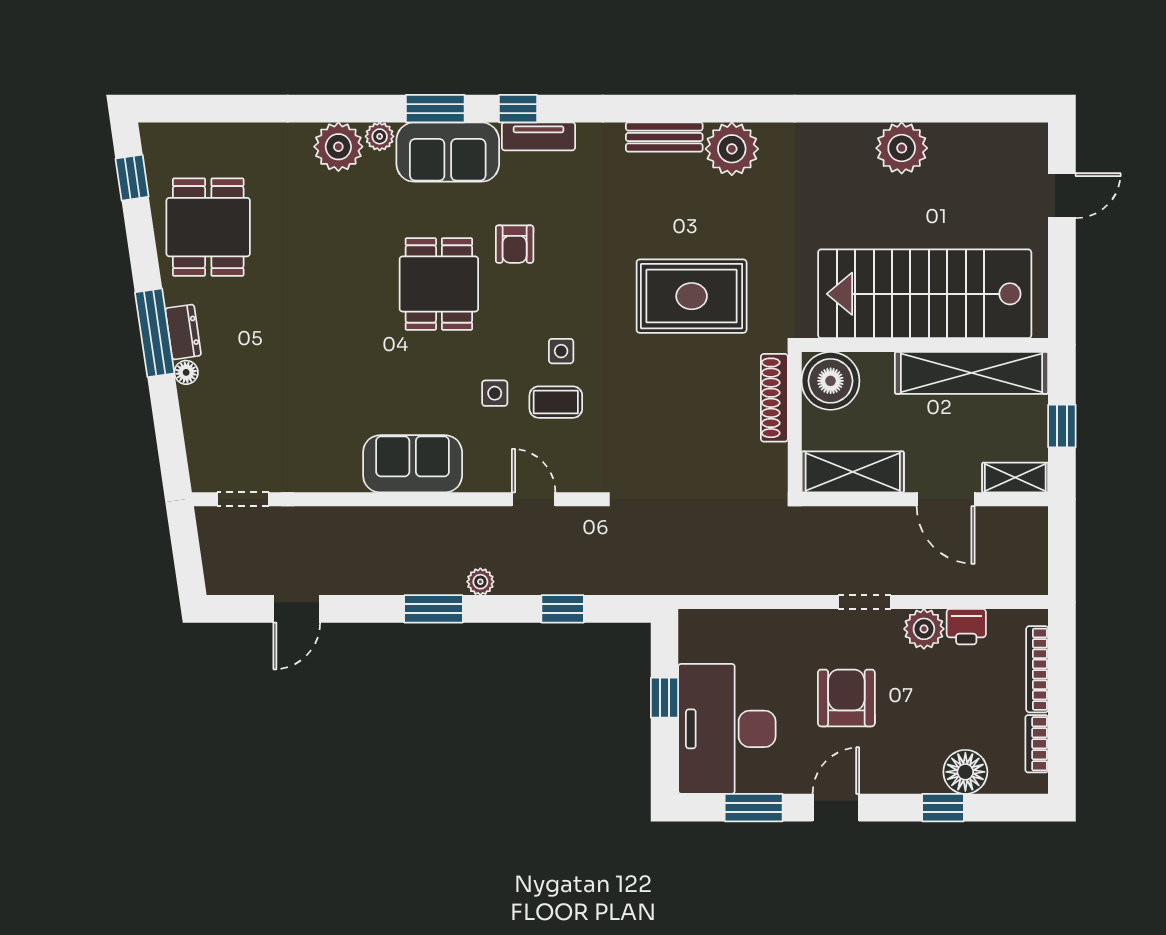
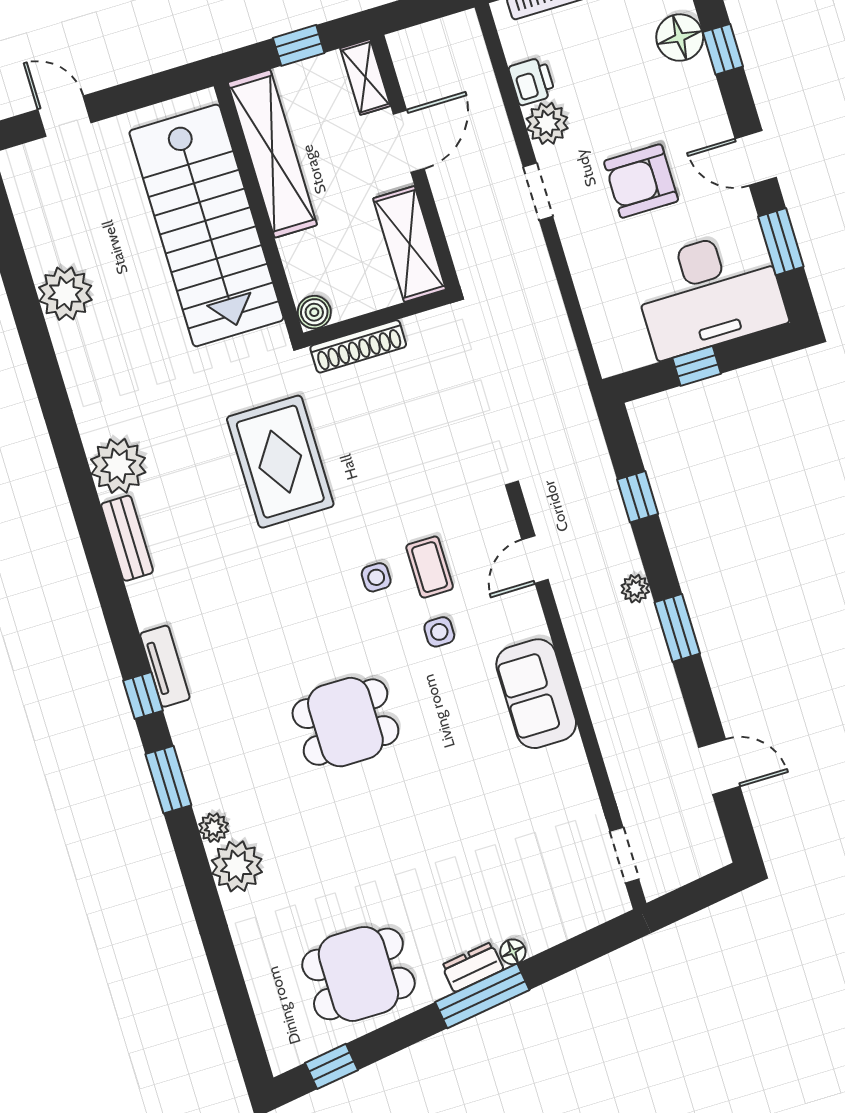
sofa: (448, 152) -> (209, 754), removed
armchair: (515, 244) -> (282, 657), removed
boiler: (831, 381) -> (314, 312), width x0.54, depth x0.54

